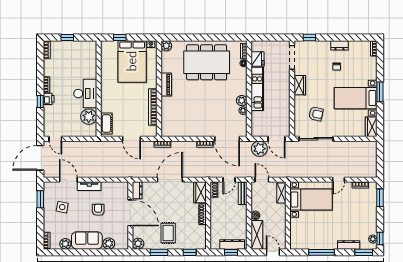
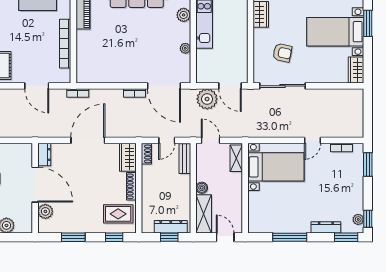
plant: (242, 101) -> (184, 15), moved
rug: (168, 233) -> (118, 214), moved, turned 90
plant: (138, 244) -> (45, 211), moved

